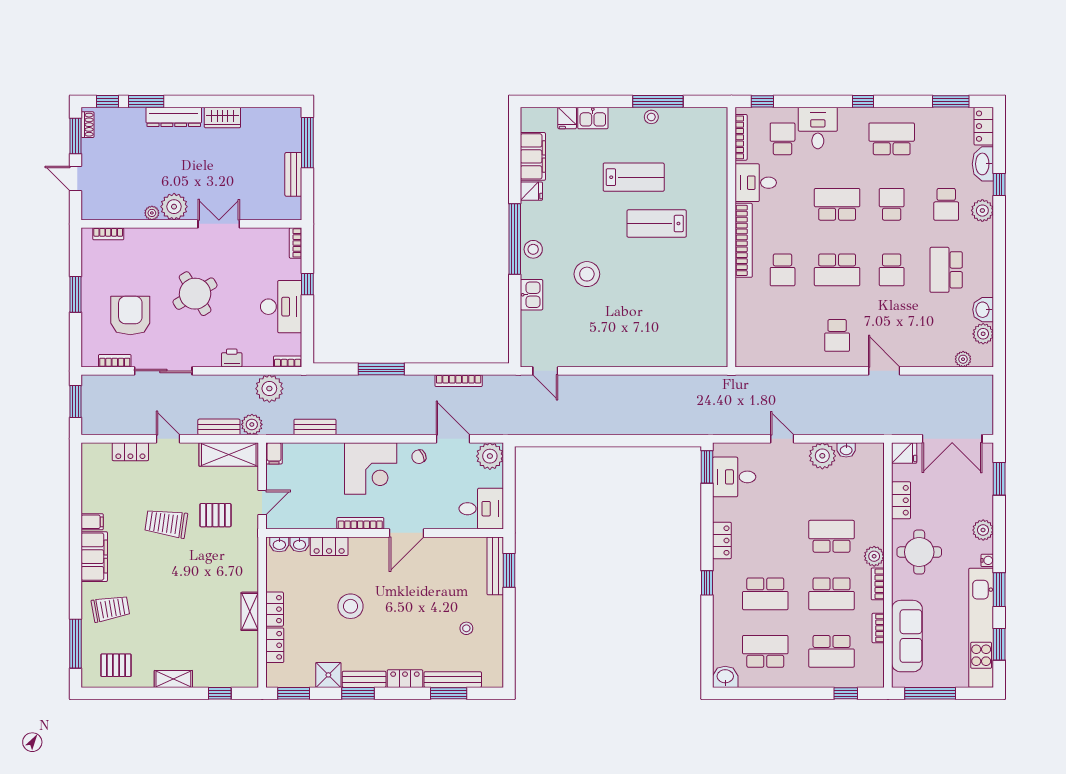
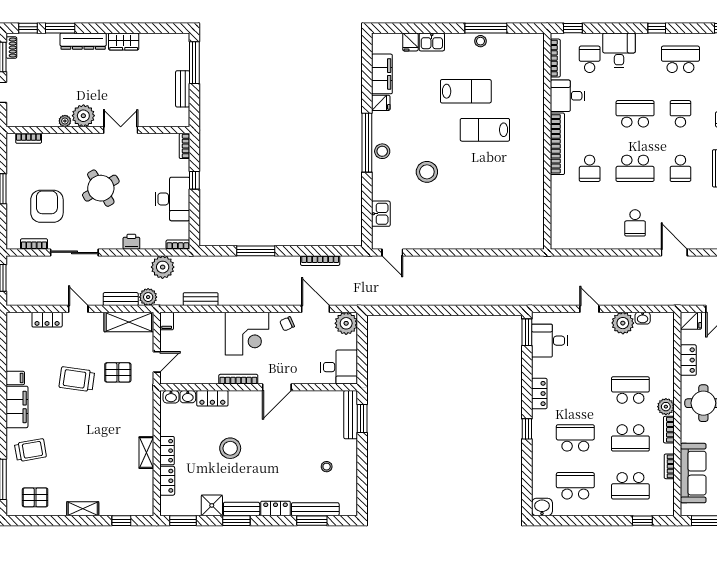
kitchen sink: (531, 295) -> (381, 214), moved
school desk: (765, 594) -> (575, 438), turned 180

